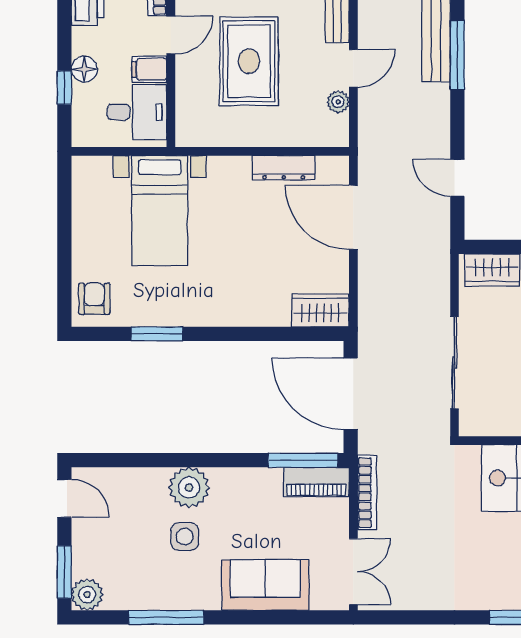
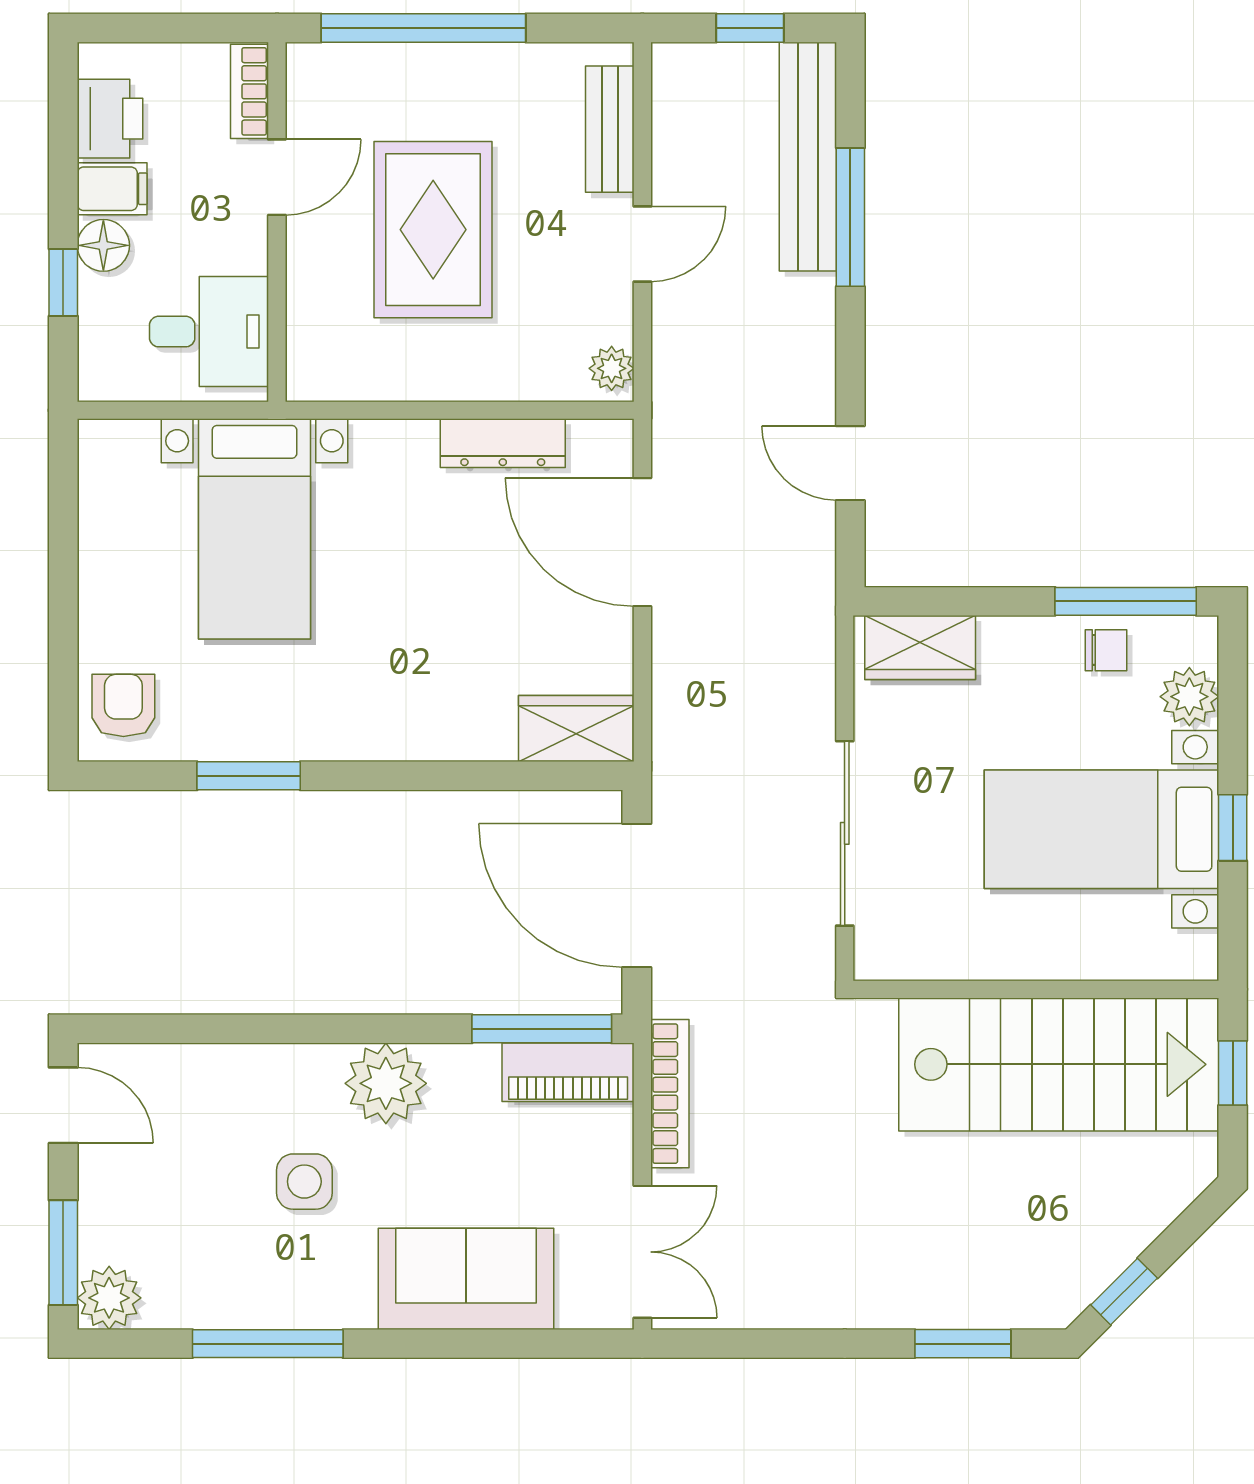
filing cabinet: (149, 69) -> (112, 189), moved, turned 180
plant: (338, 102) -> (612, 368), moved
plant: (189, 487) -> (386, 1083), moved

